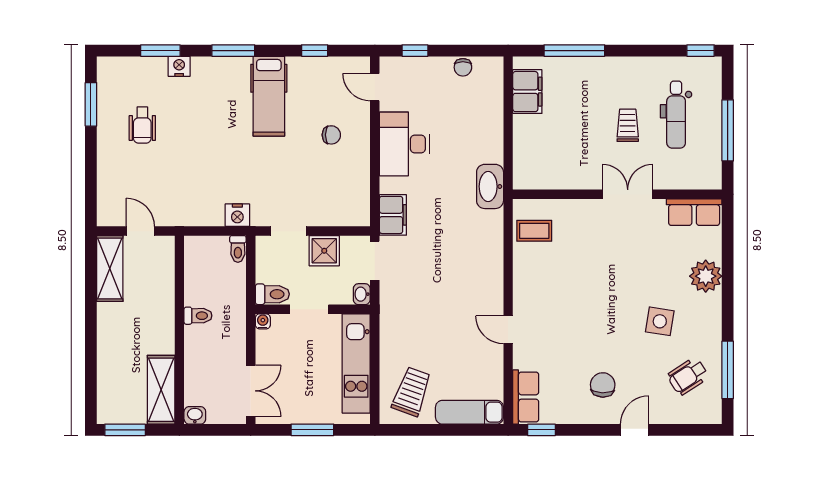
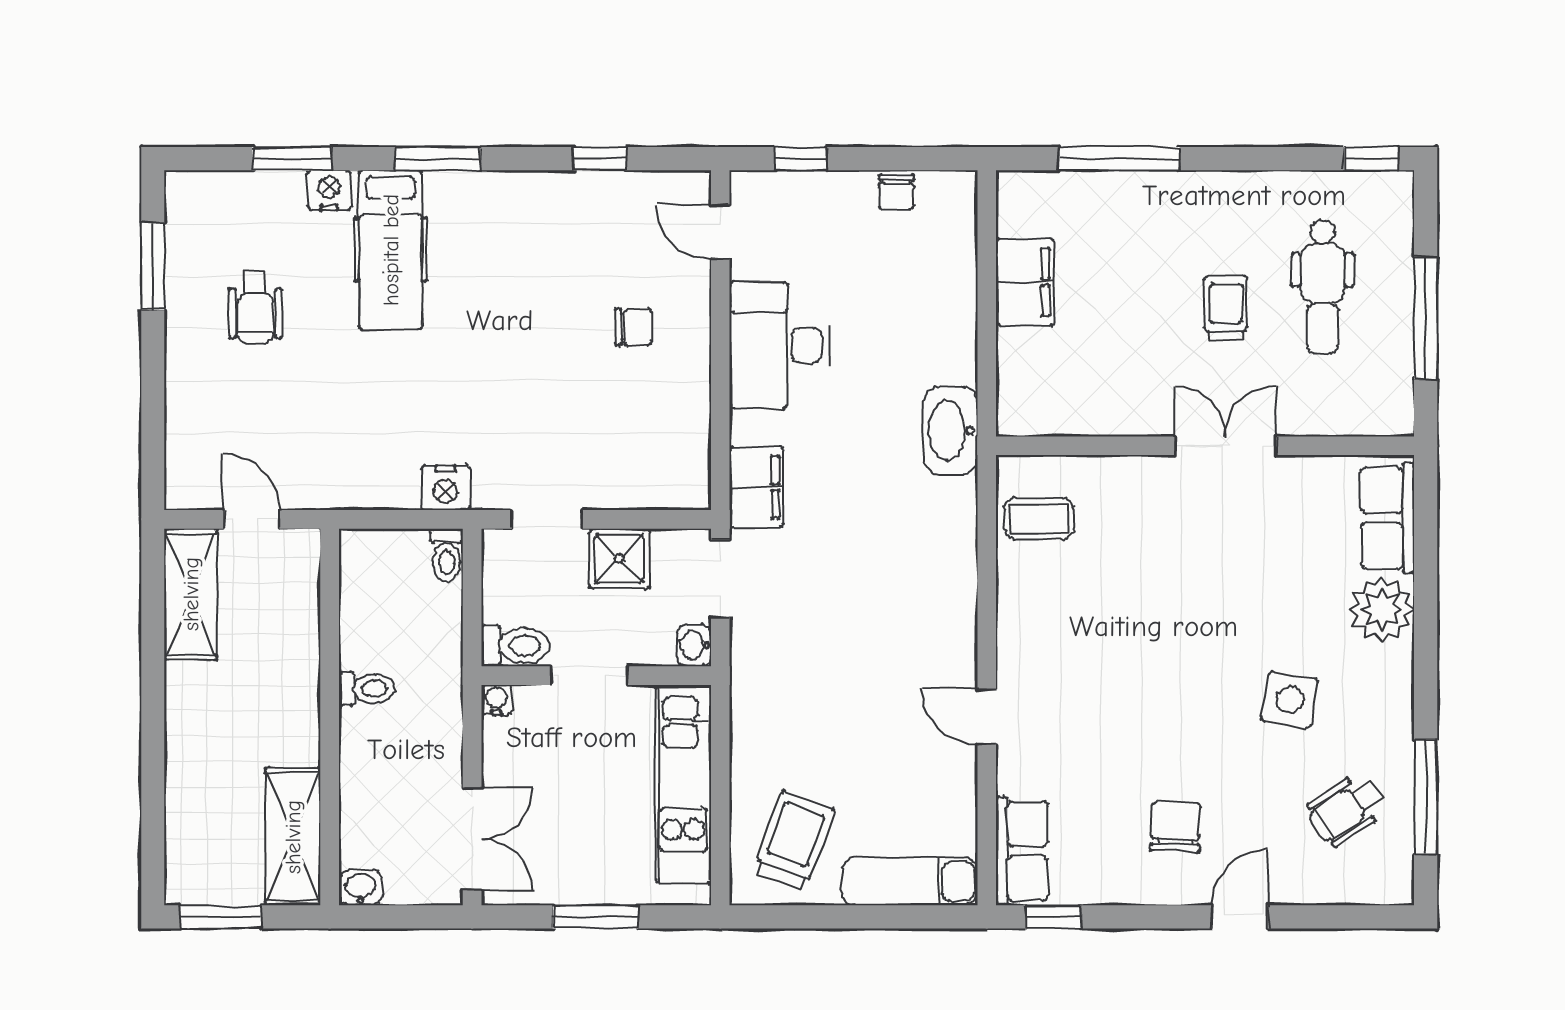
filing cabinet: (527, 92) -> (1025, 282), moved
hospital bed: (269, 96) -> (391, 250), moved
row of seats: (694, 212) -> (1388, 518), moved, turned 90

